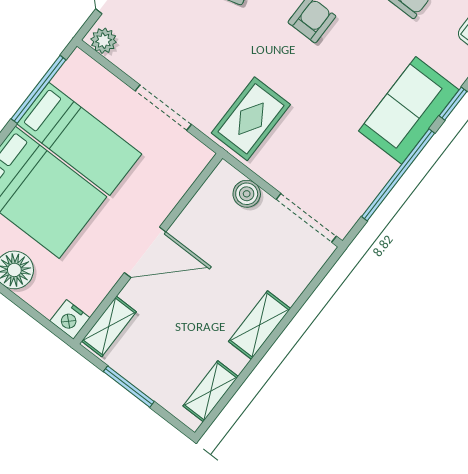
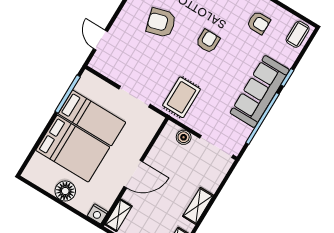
plant: (104, 41) -> (99, 65), removed
sofa: (409, 110) -> (260, 91), width x1.36

